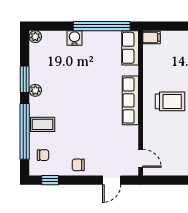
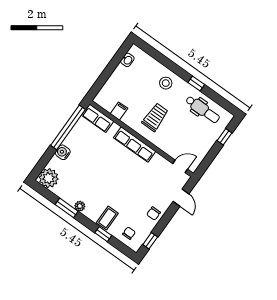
plant: (35, 37) -> (49, 178), width x1.87, depth x1.87
filing cabinet: (151, 38) -> (119, 111), moved
window: (25, 131) -> (103, 234), width x0.32

